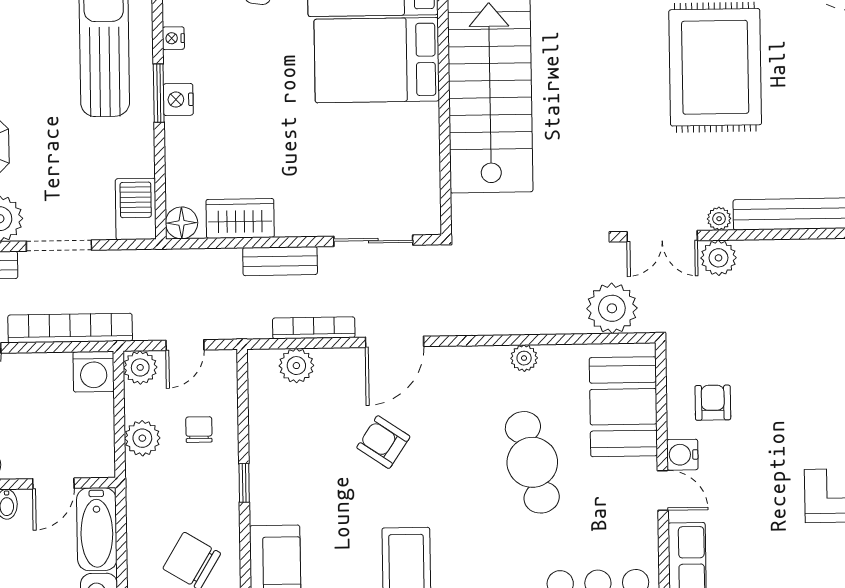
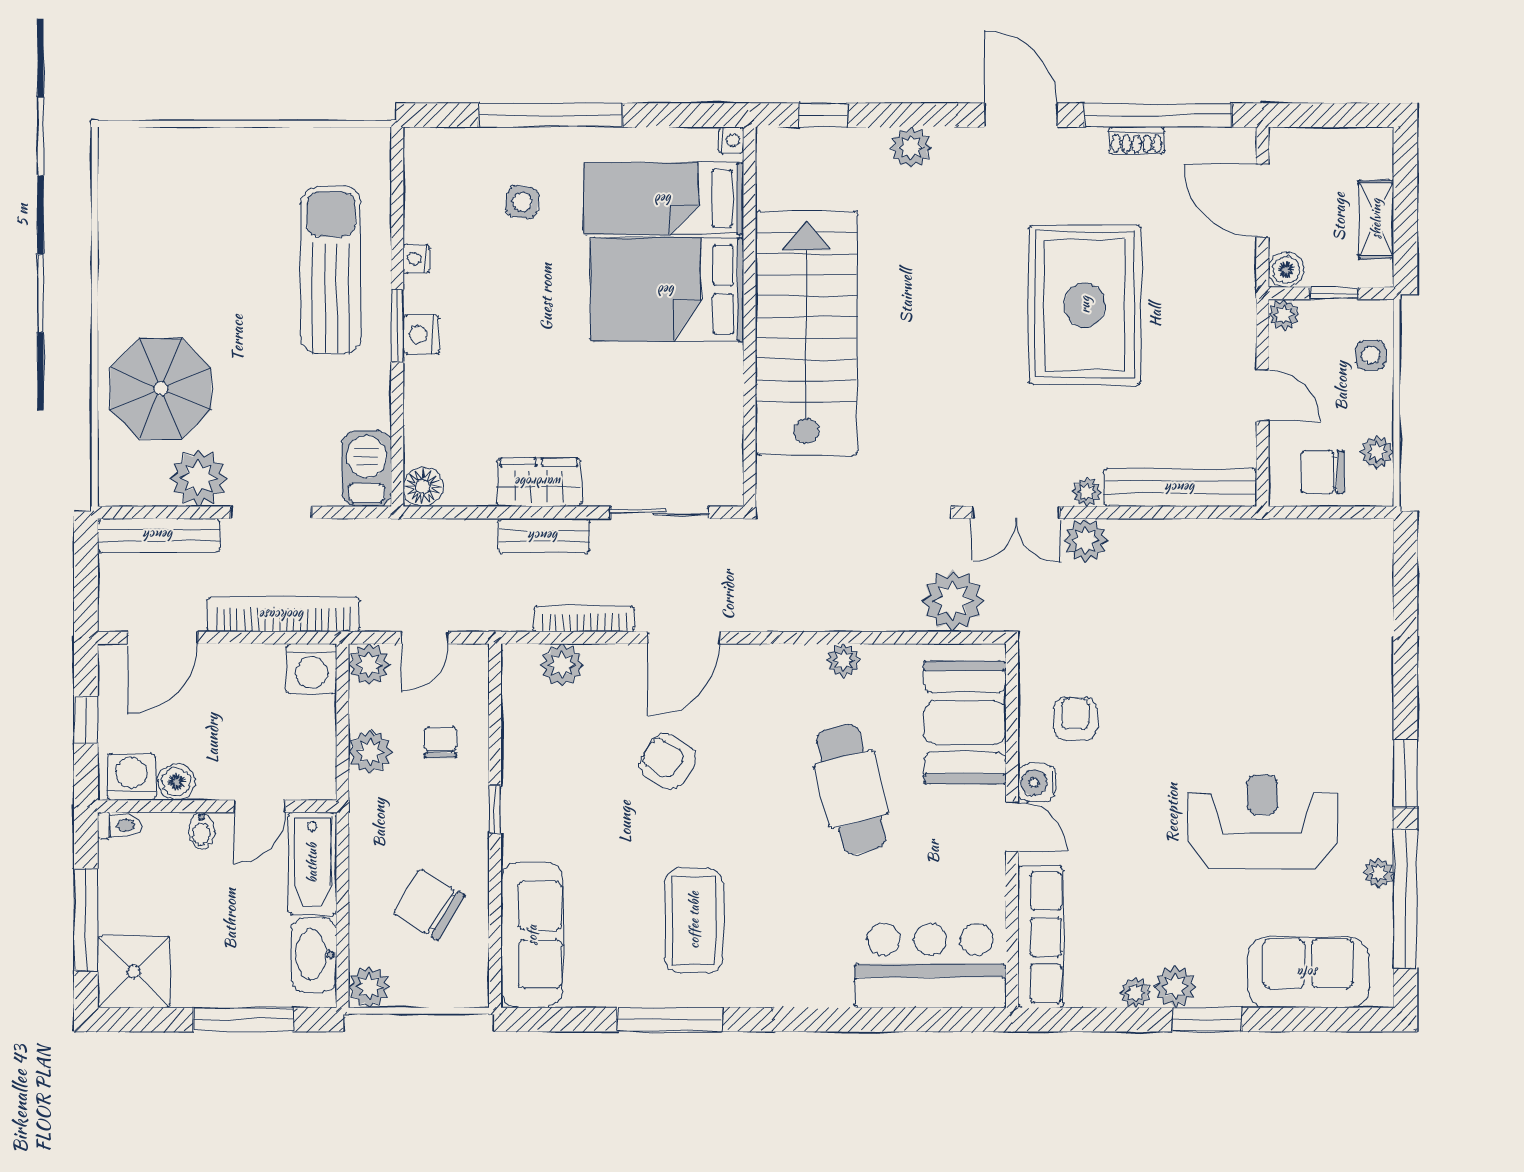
wardrobe: (240, 218) -> (539, 482), moved

